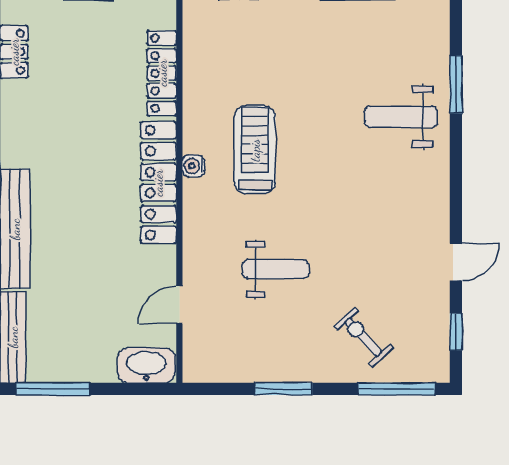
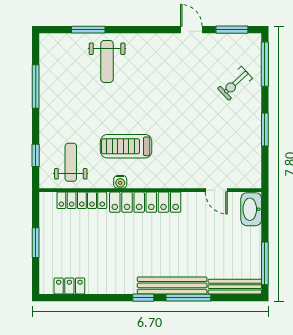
water cooler: (193, 166) -> (120, 182), moved
weight bench: (276, 269) -> (71, 162), moved
window: (456, 332) -> (232, 30), width x1.50

